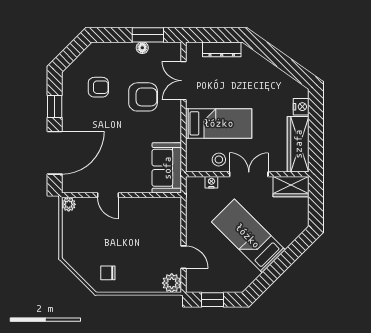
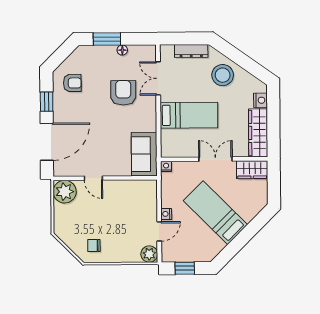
window: (148, 35) -> (107, 39), moved
armchair: (98, 87) -> (72, 83), moved
armchair: (143, 97) -> (123, 93), turned -90
stool: (219, 160) -> (223, 75), moved, width x1.89, depth x1.89
nightstand: (211, 182) -> (166, 166), moved
plant: (69, 204) -> (65, 192), width x1.88, depth x1.88
nightstand: (192, 237) -> (166, 214), added
door: (183, 257) -> (159, 231), hinge flipped

